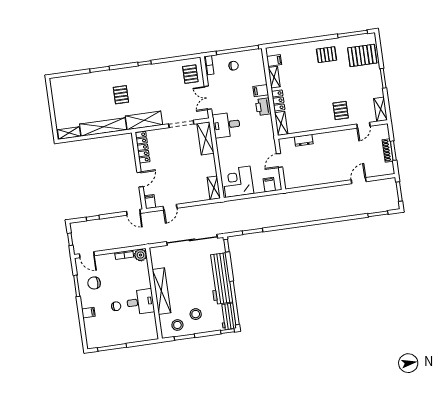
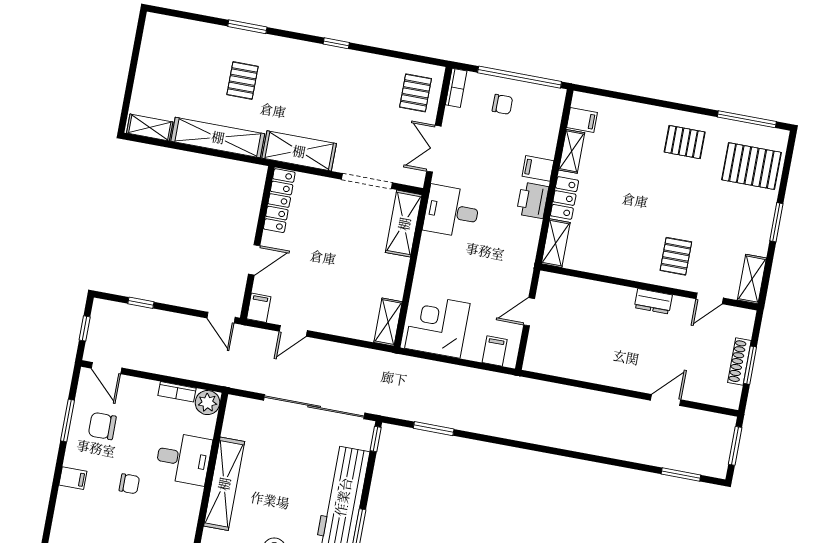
pallet: (121, 95) -> (243, 80), moved
dresser: (304, 140) -> (653, 301), moved
desk: (140, 302) -> (183, 459), moved

